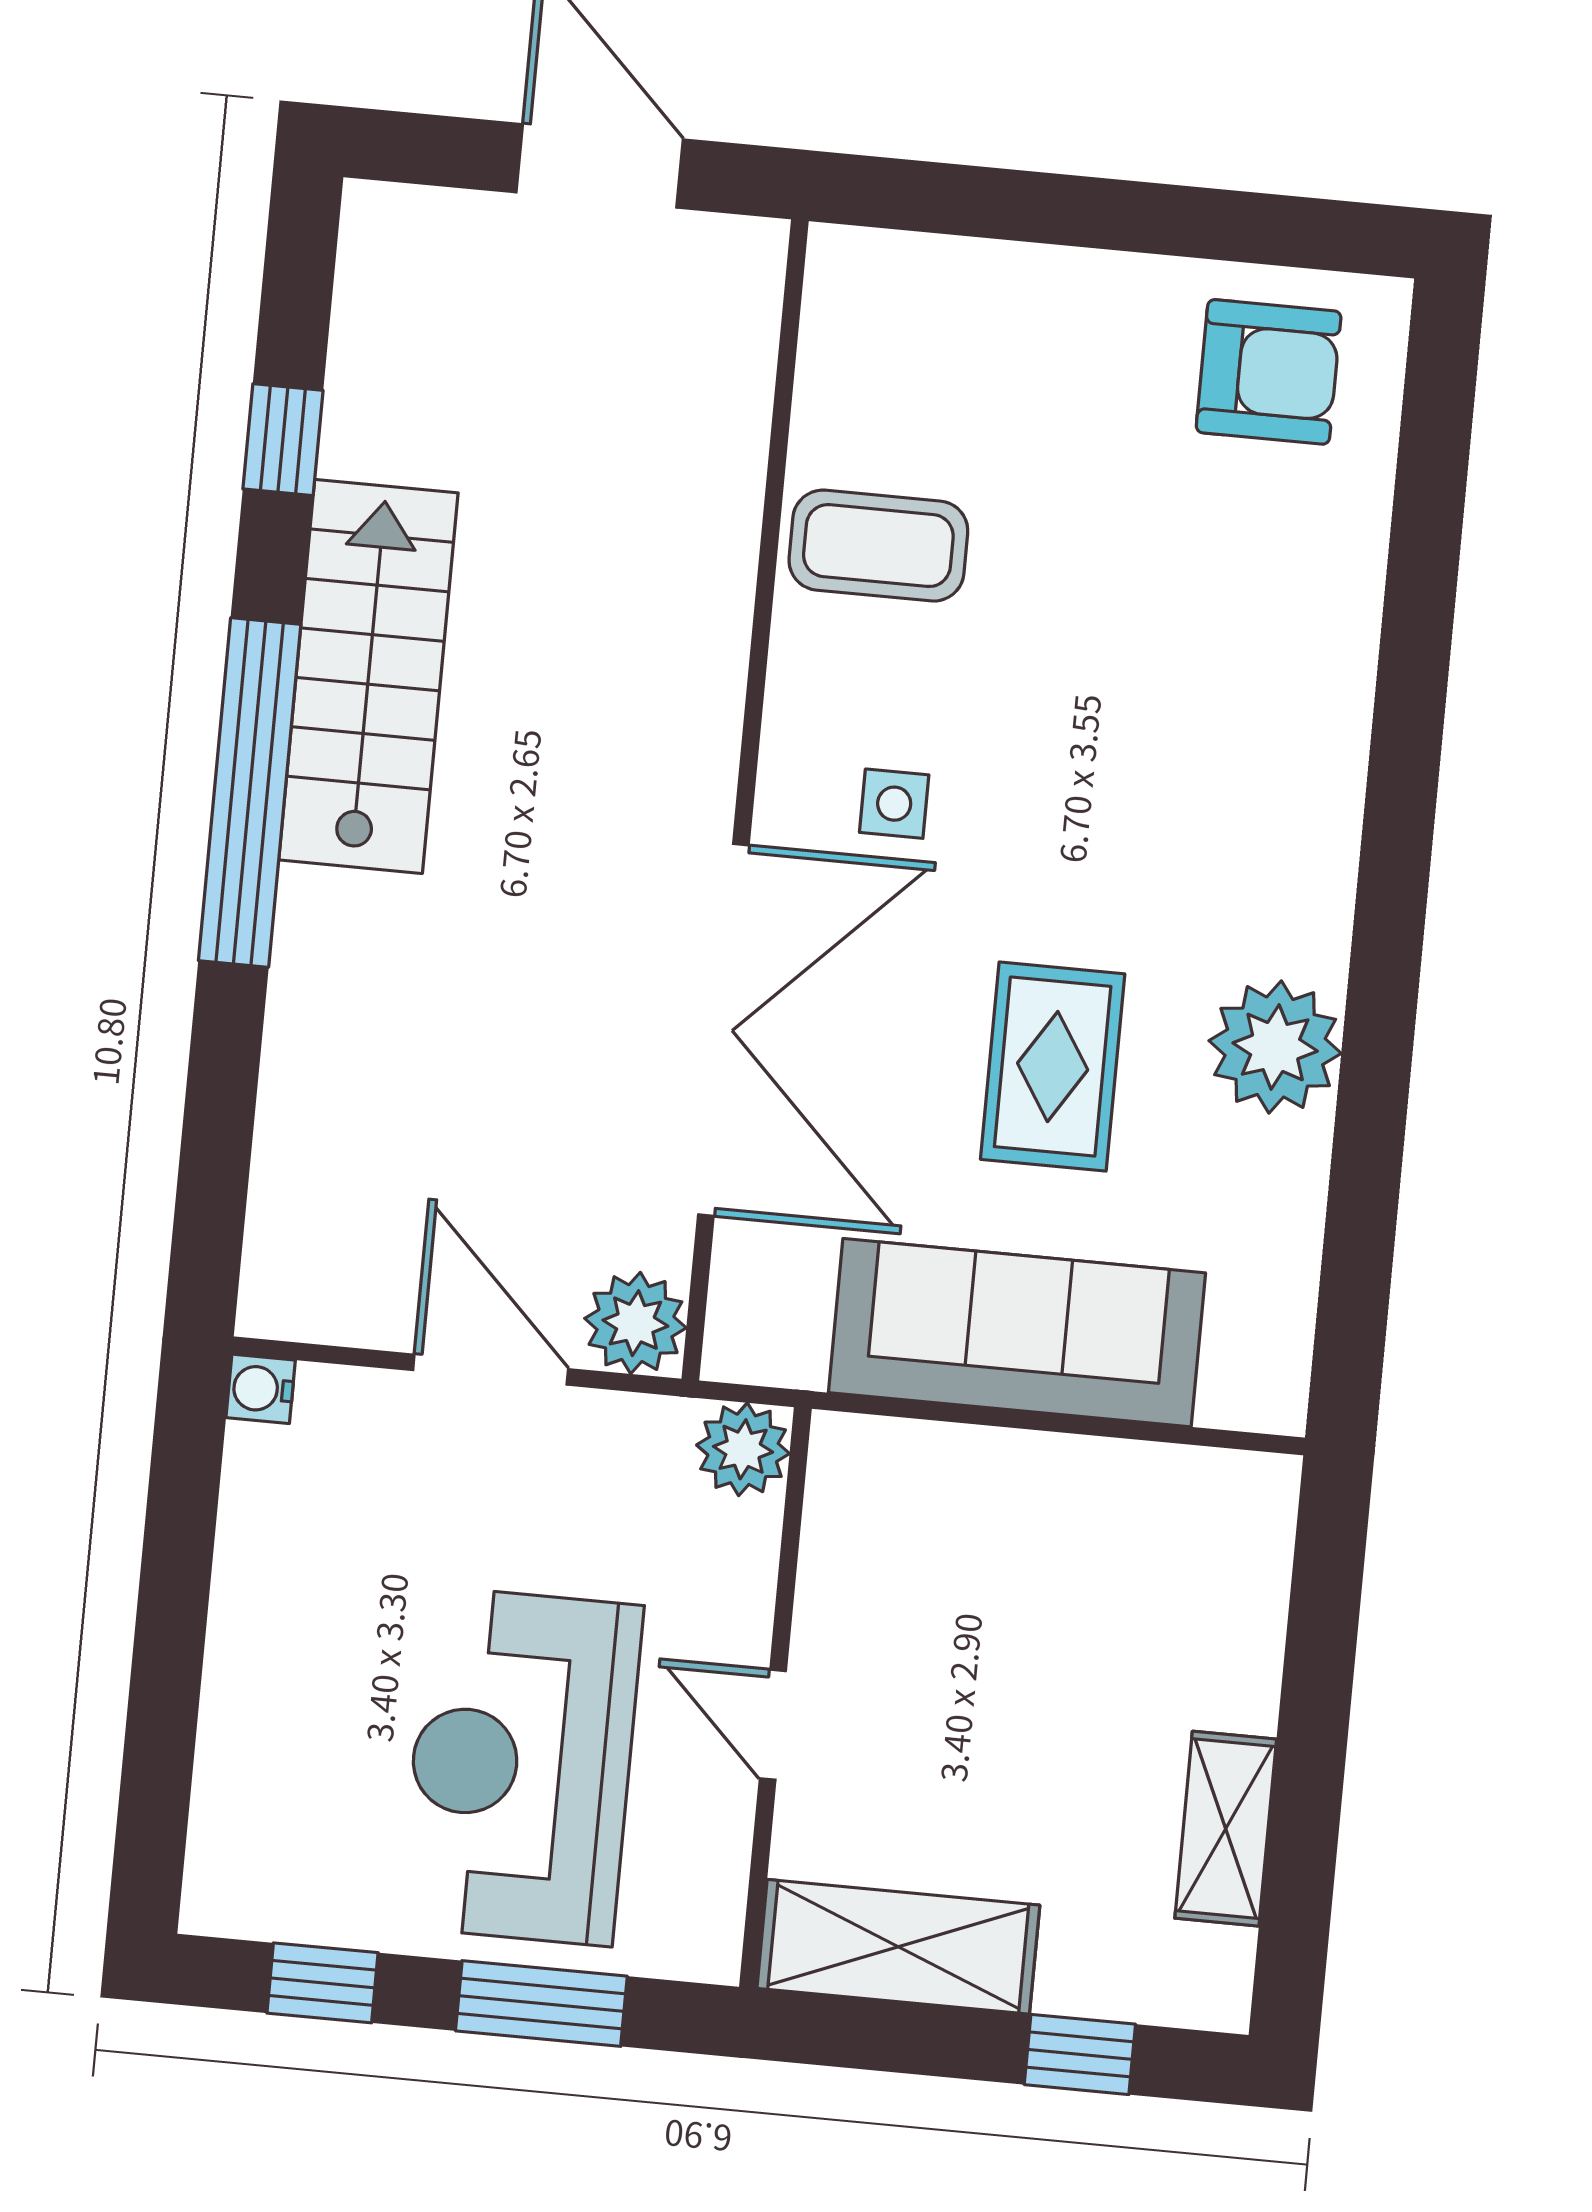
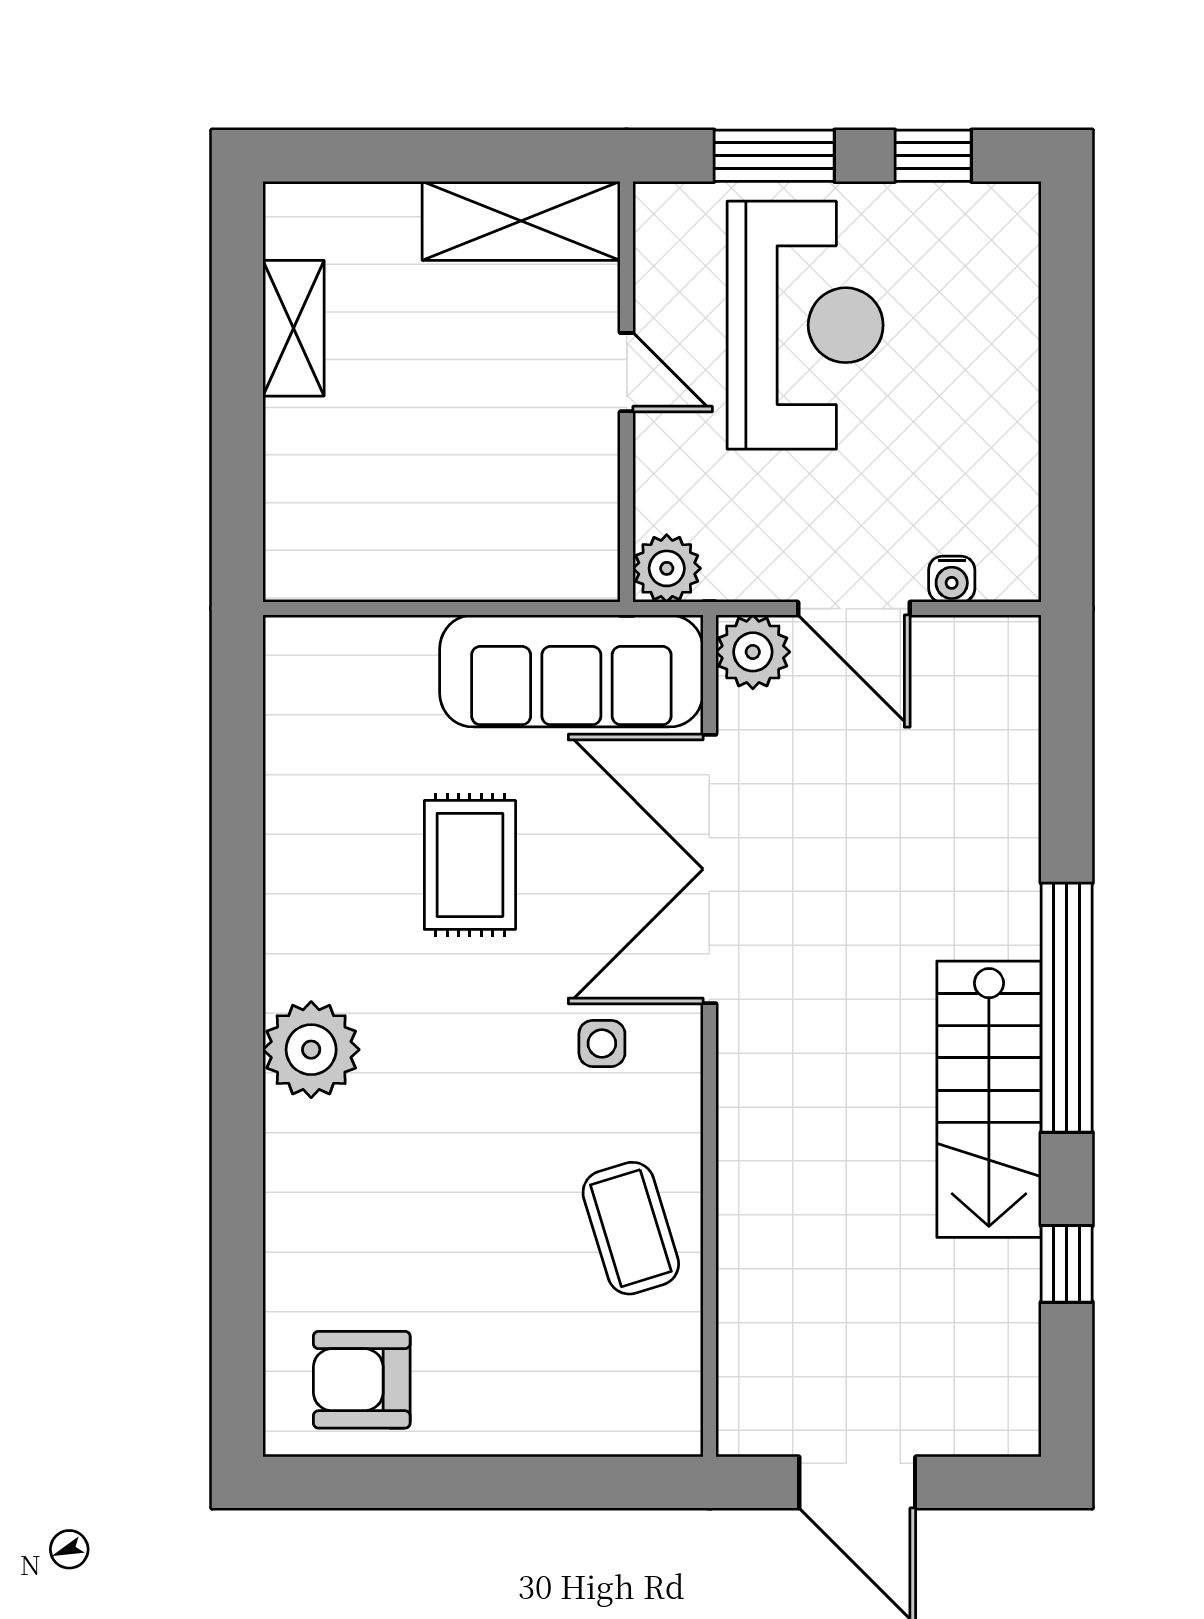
coffee table: (878, 546) -> (631, 1228), turned 73
plant: (1275, 1047) -> (311, 1050), moved
sofa: (1017, 1333) -> (571, 671), moved
water cooler: (261, 1389) -> (952, 579), moved, turned 90
window: (1080, 2054) -> (383, 156), removed

